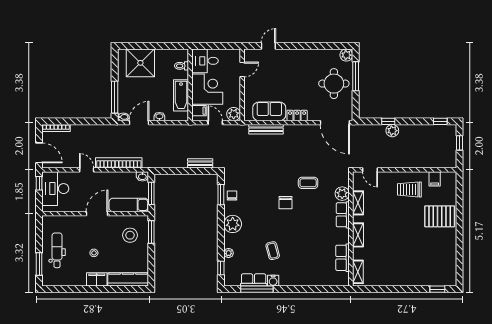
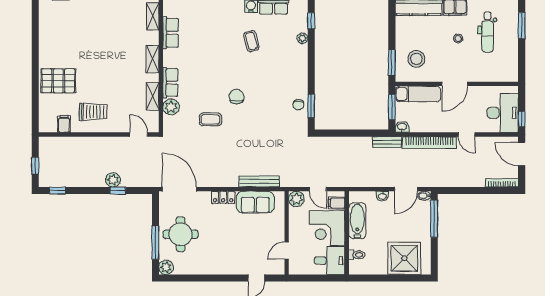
bench: (200, 163) -> (387, 142), moved
plant: (233, 224) -> (298, 72), removed
dental chair: (57, 250) -> (488, 32), moved

